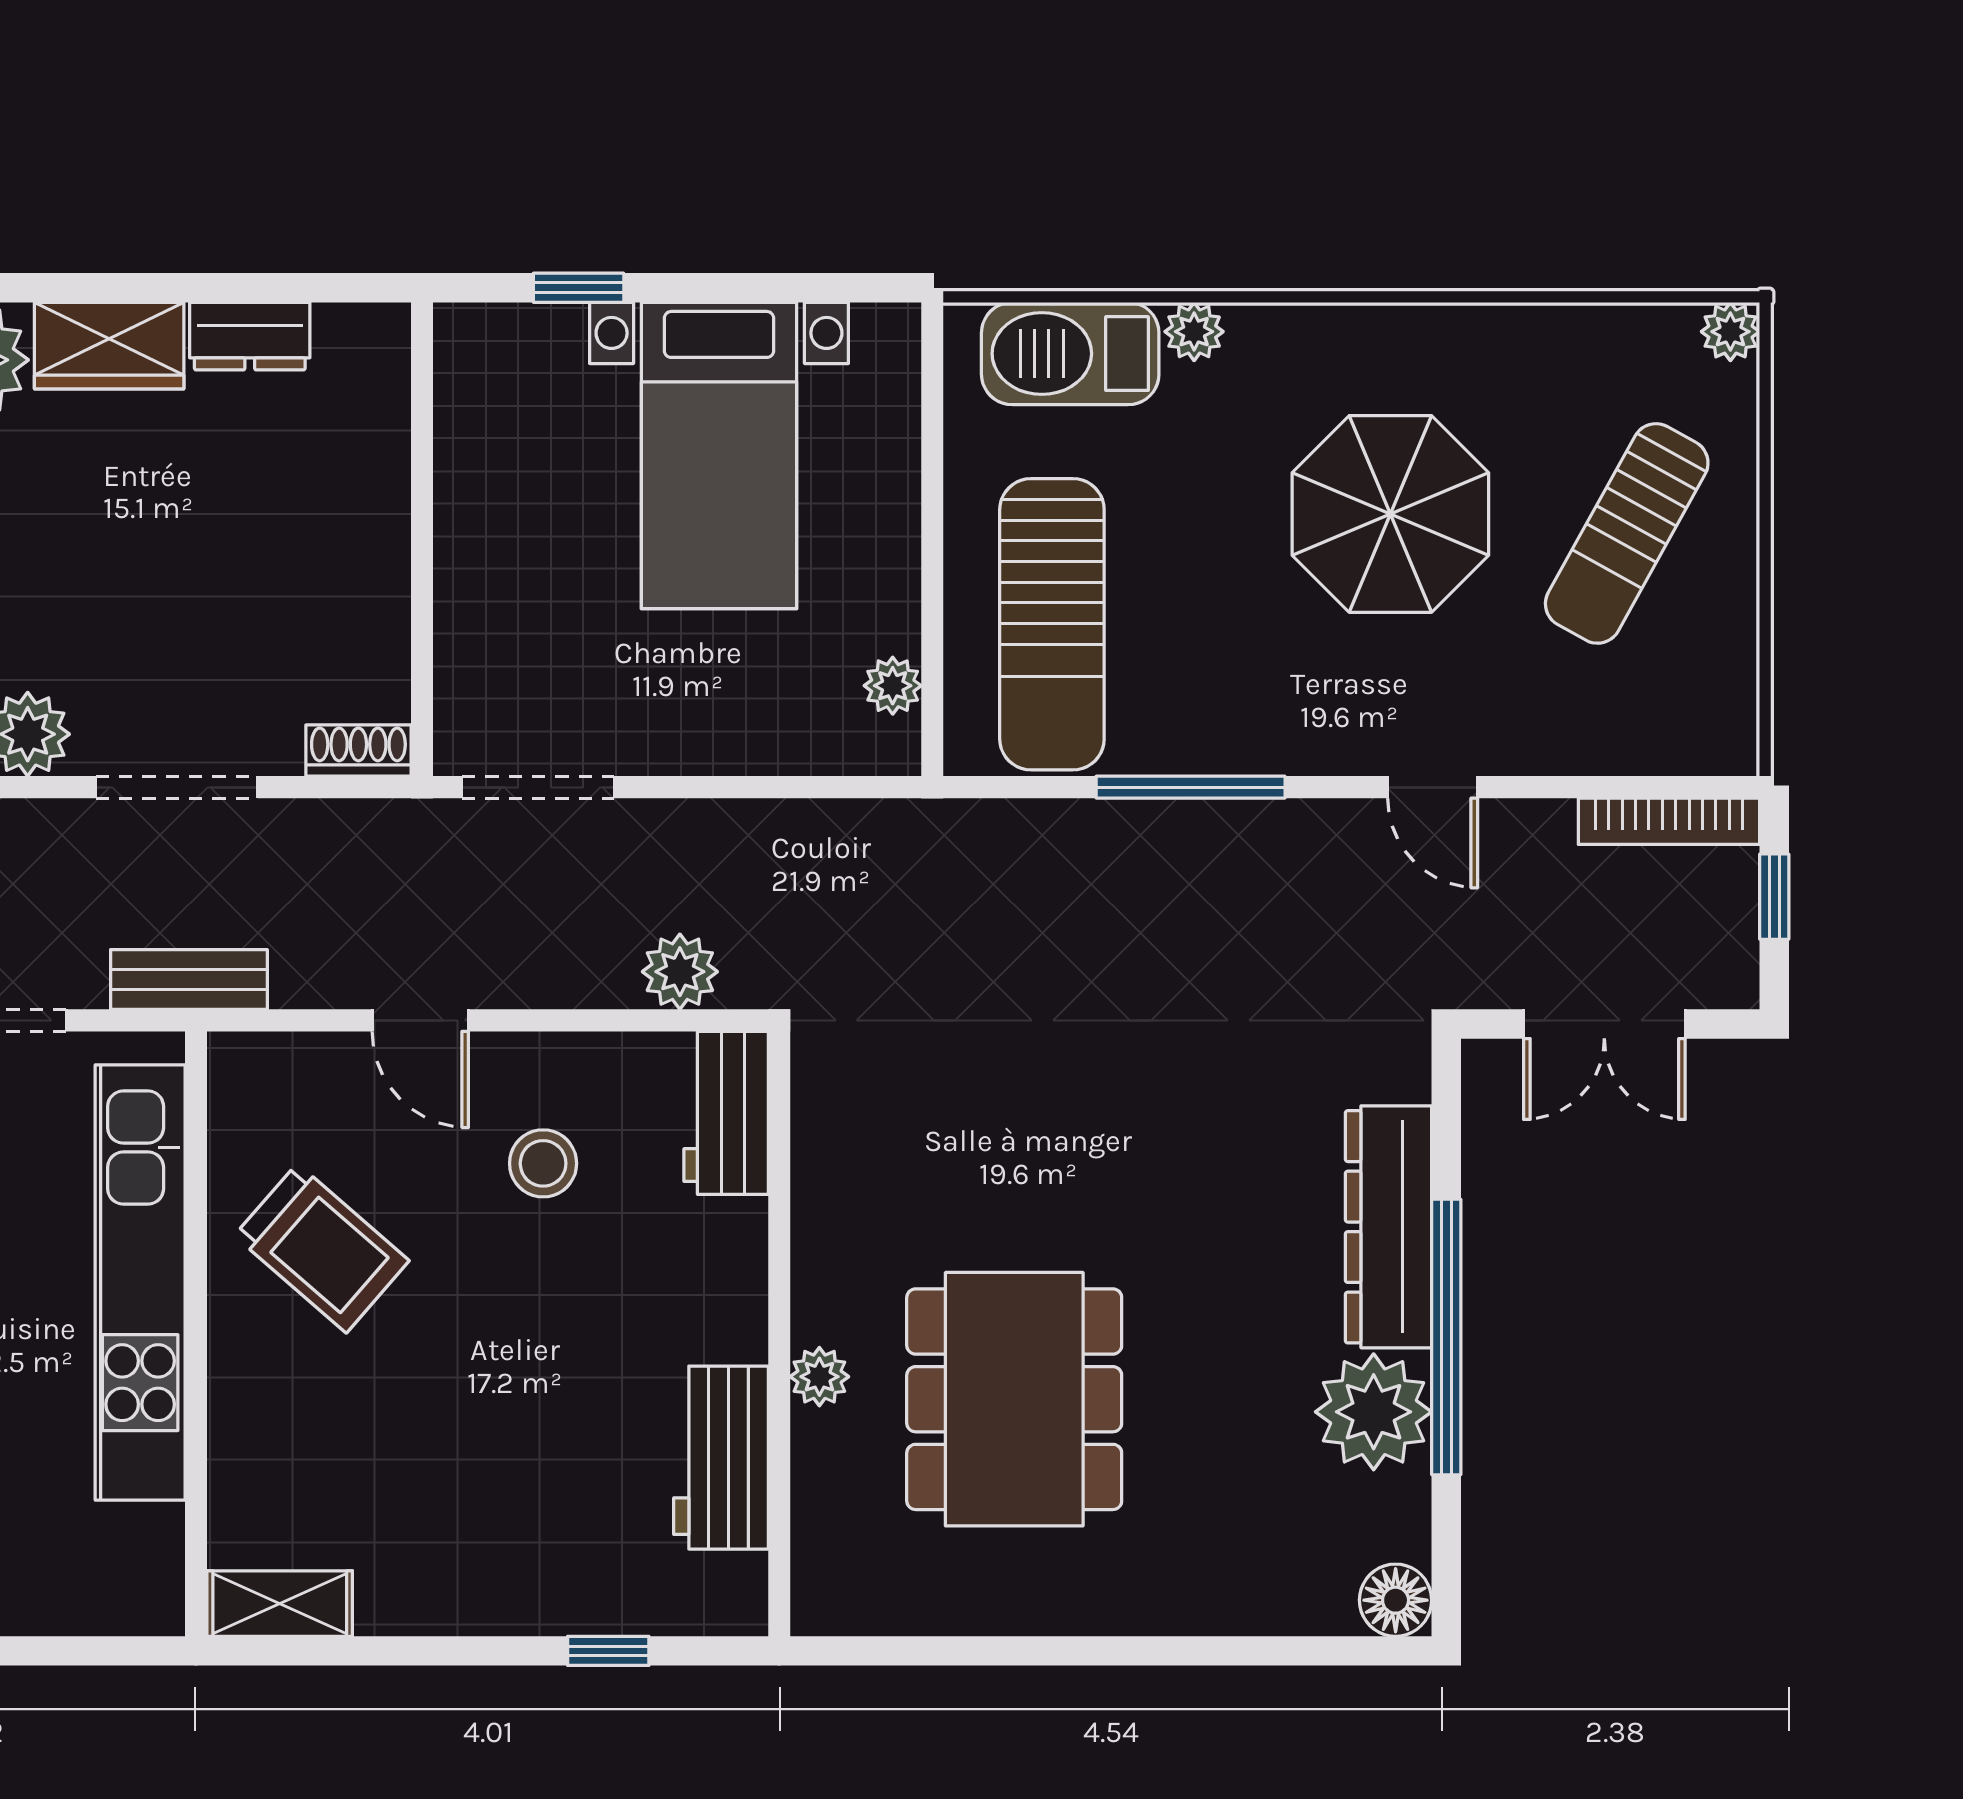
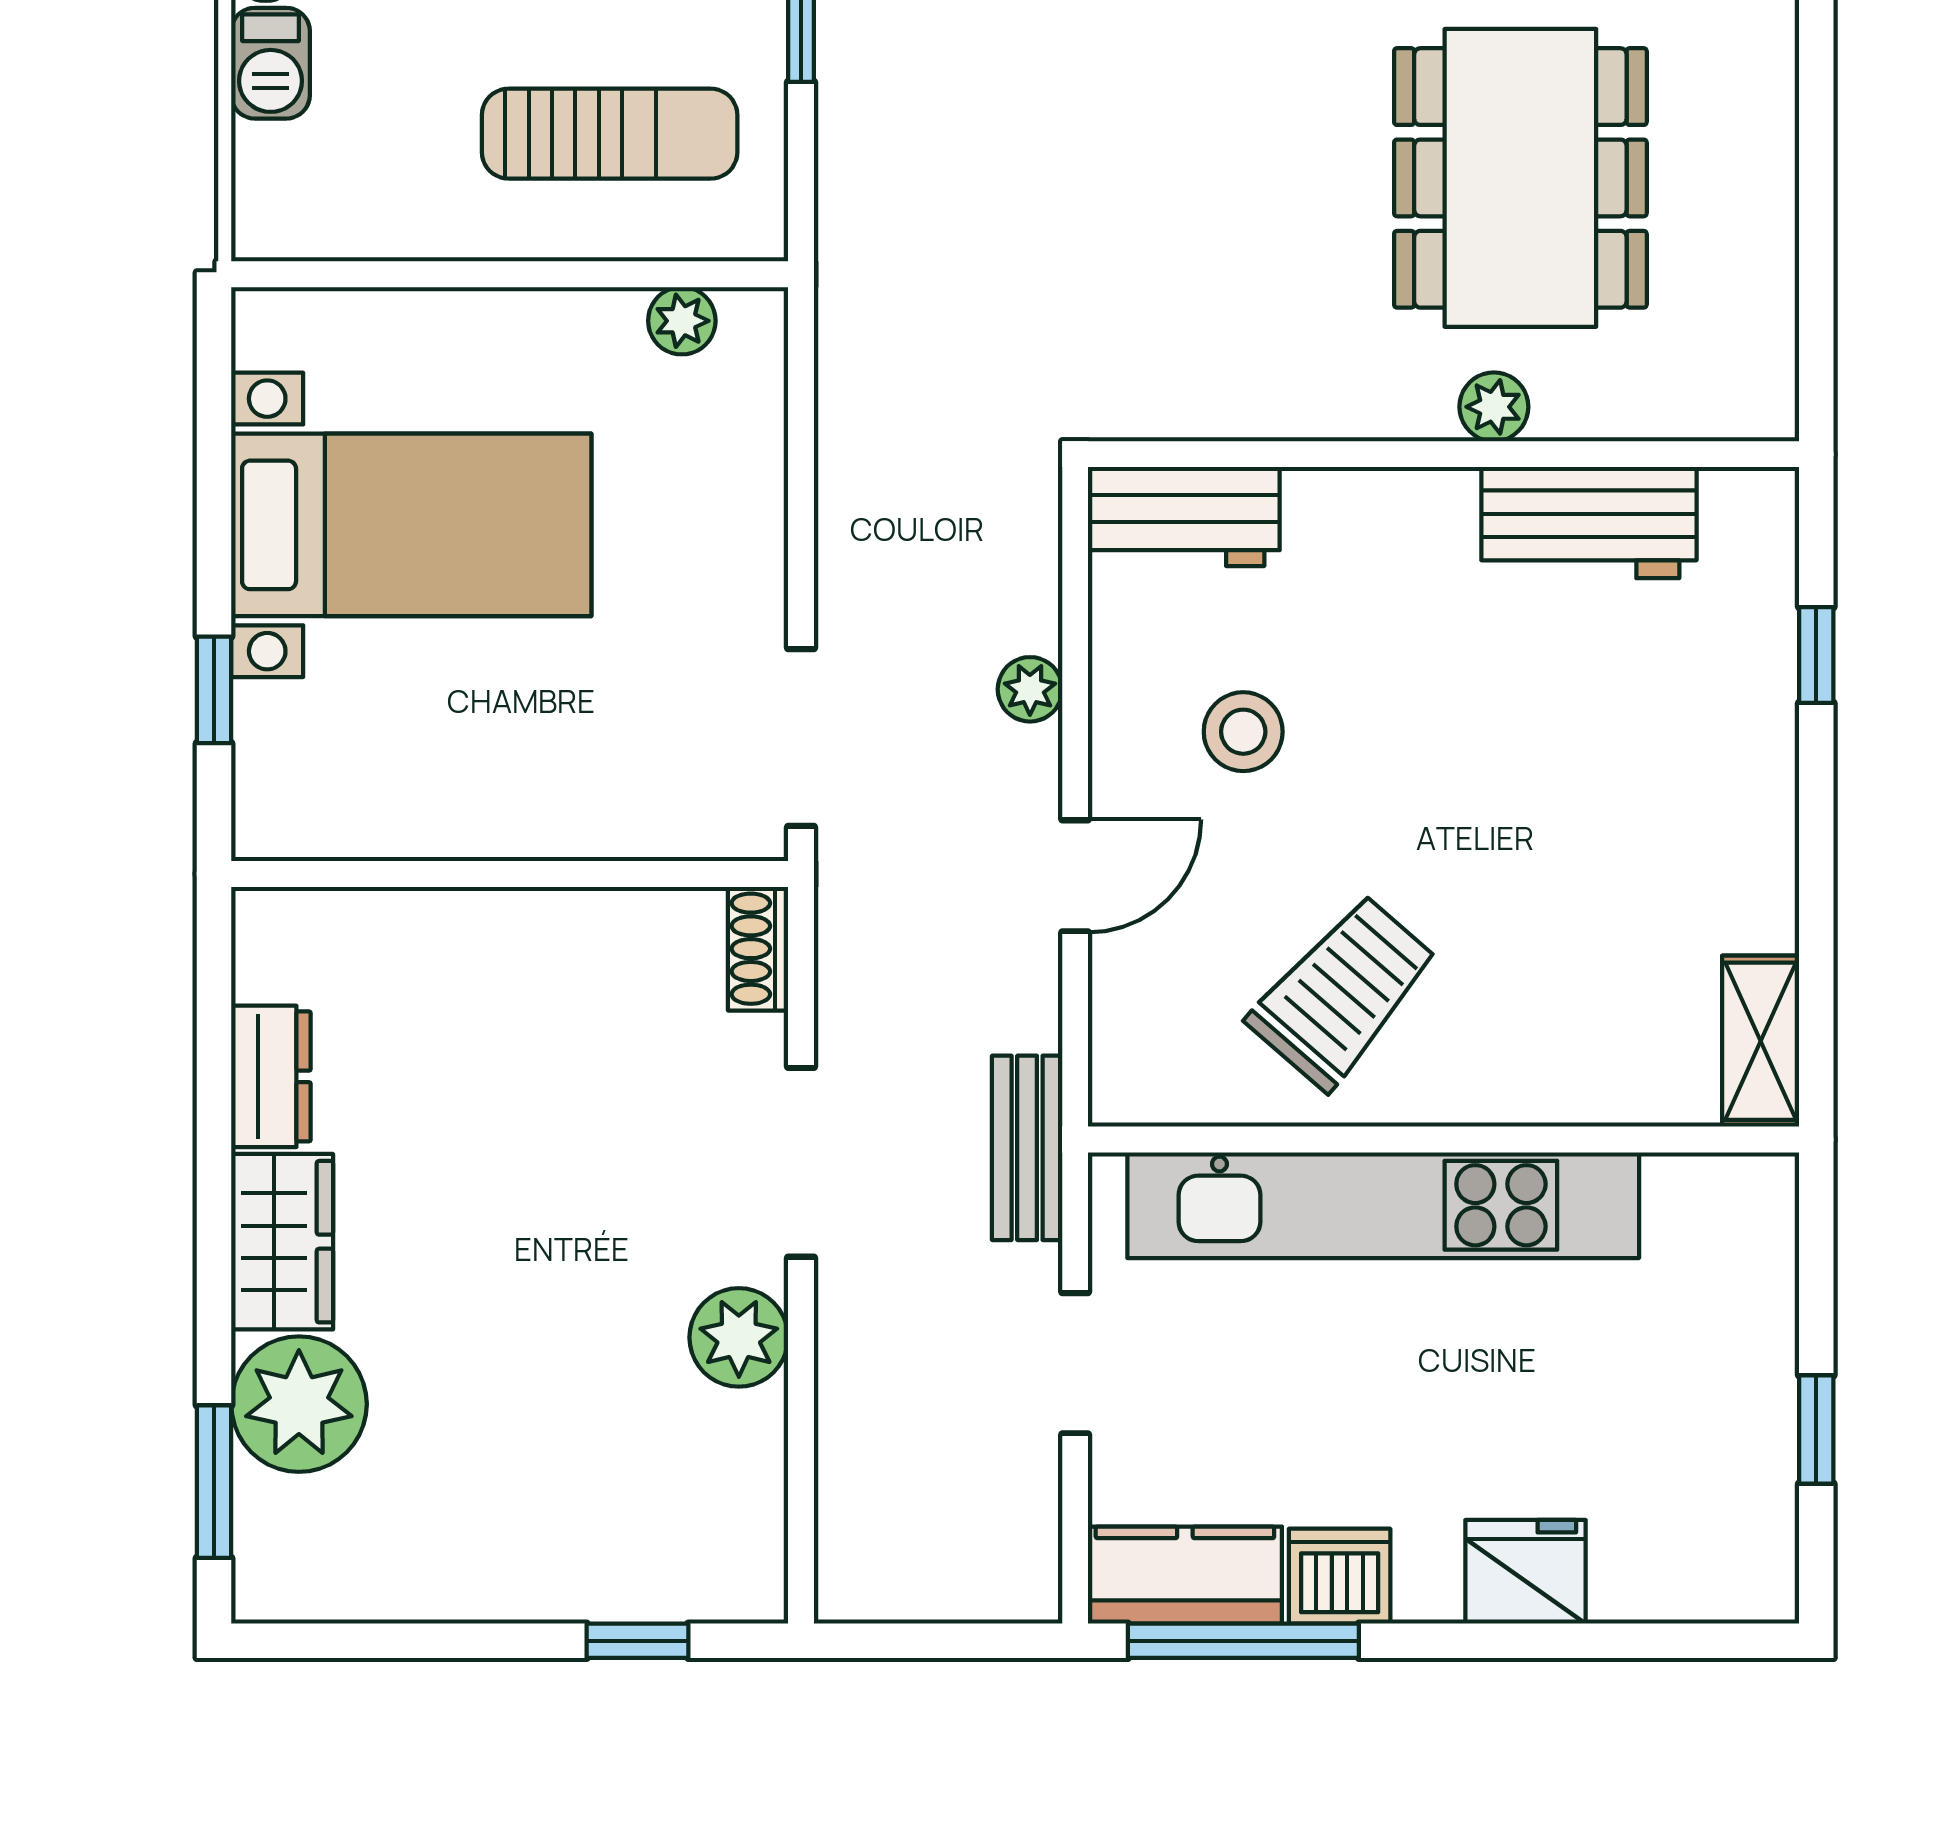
barbecue: (1070, 354) -> (271, 63), width x0.53, depth x0.65
sun lounger: (1052, 624) -> (610, 134), width x0.73, depth x0.75
plant: (680, 972) -> (1030, 689), moved, width x0.73, depth x0.73
dining table: (1014, 1399) -> (1520, 178), turned 90

